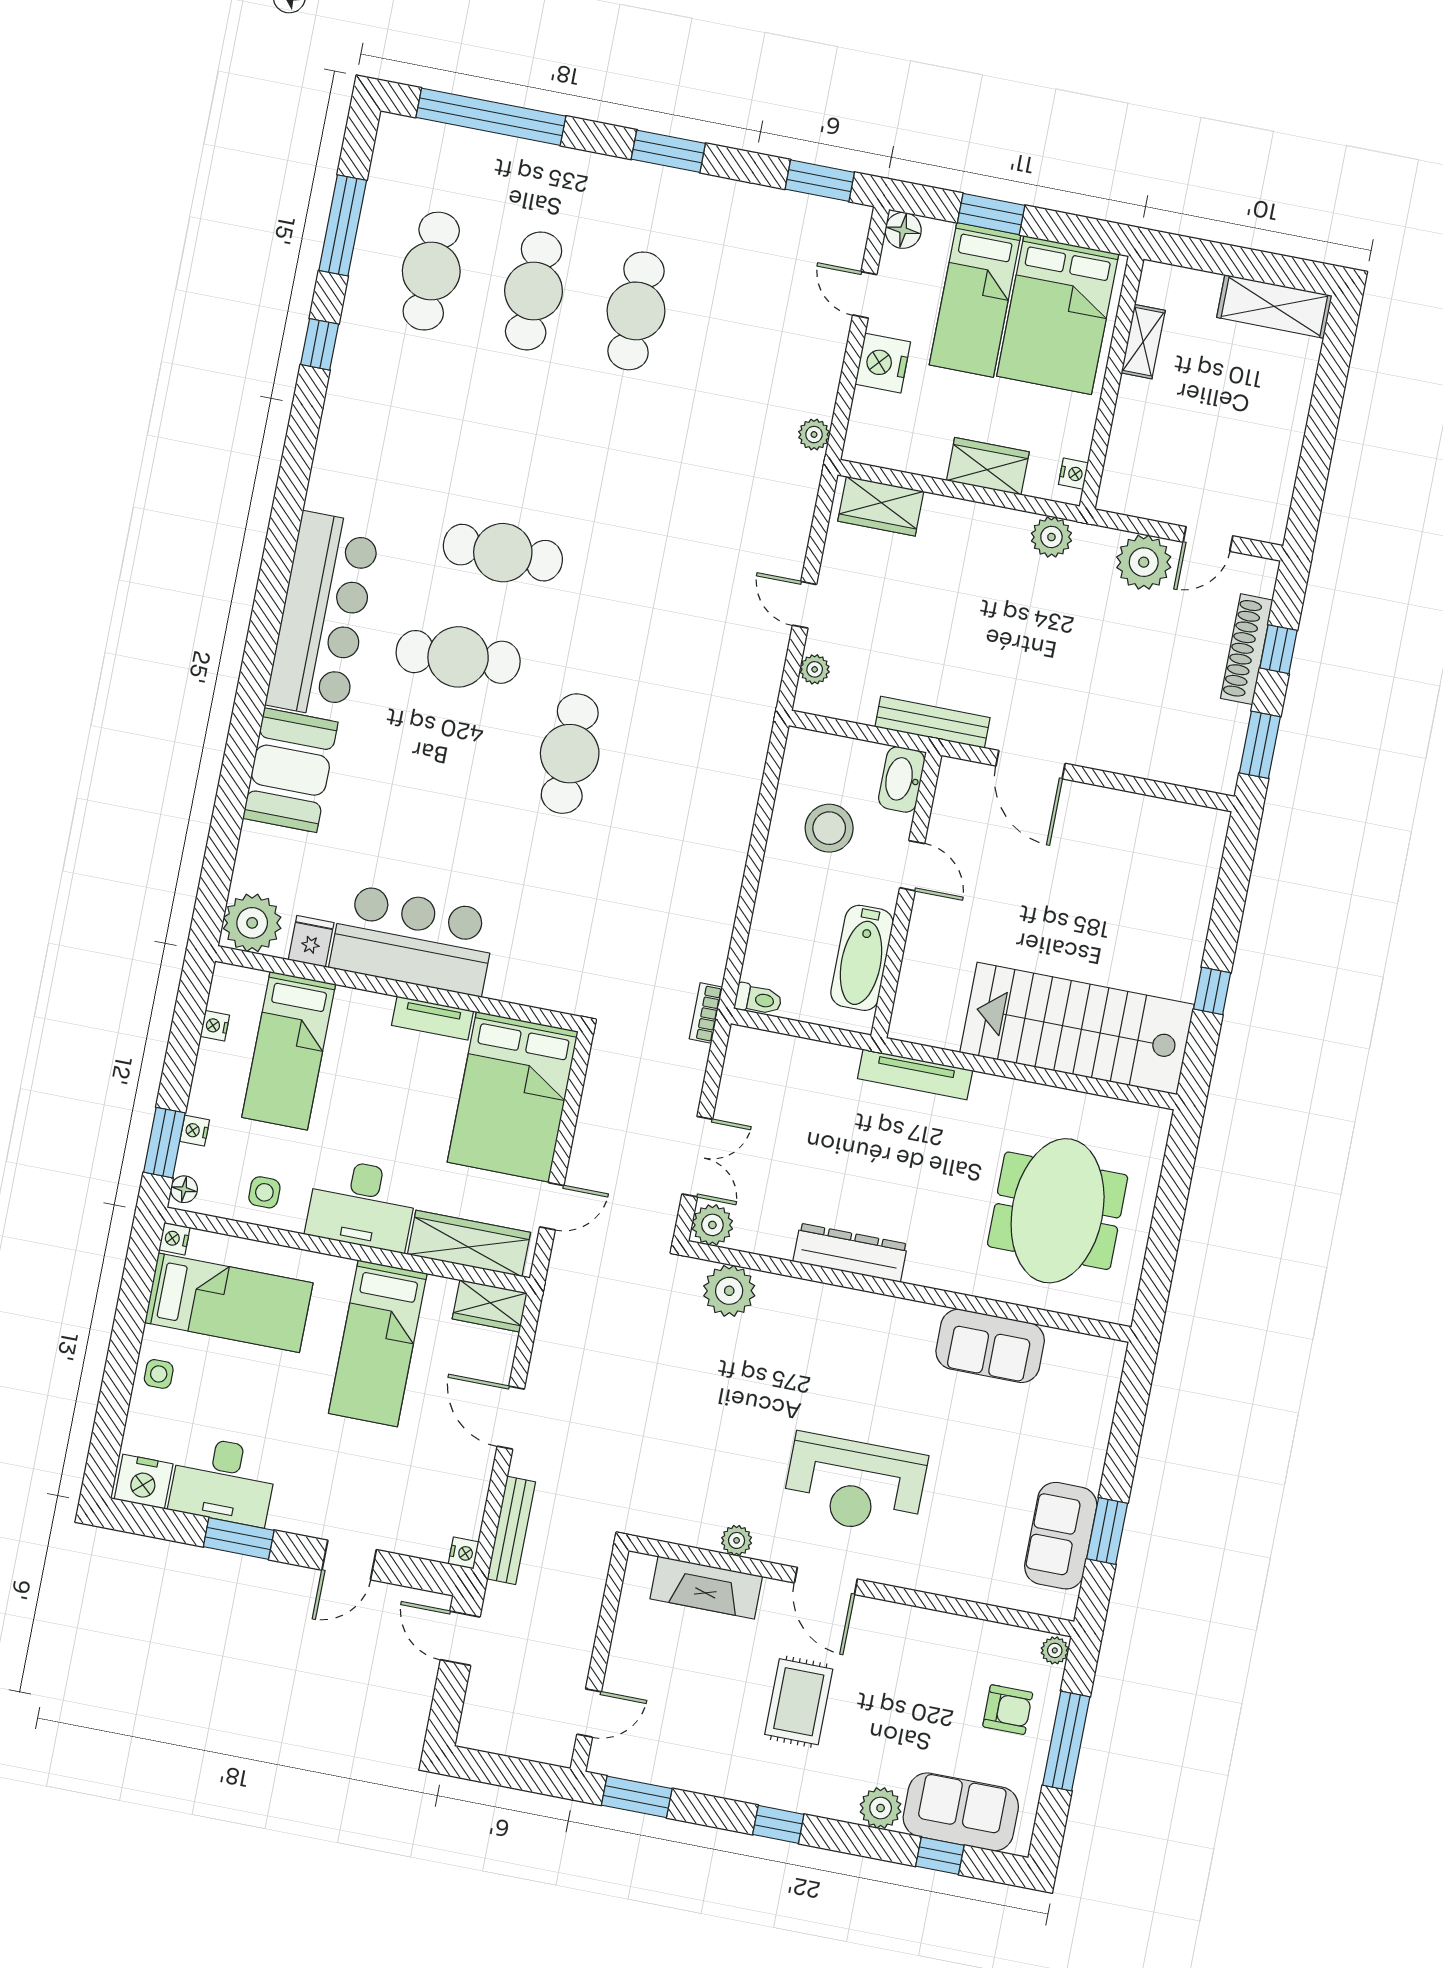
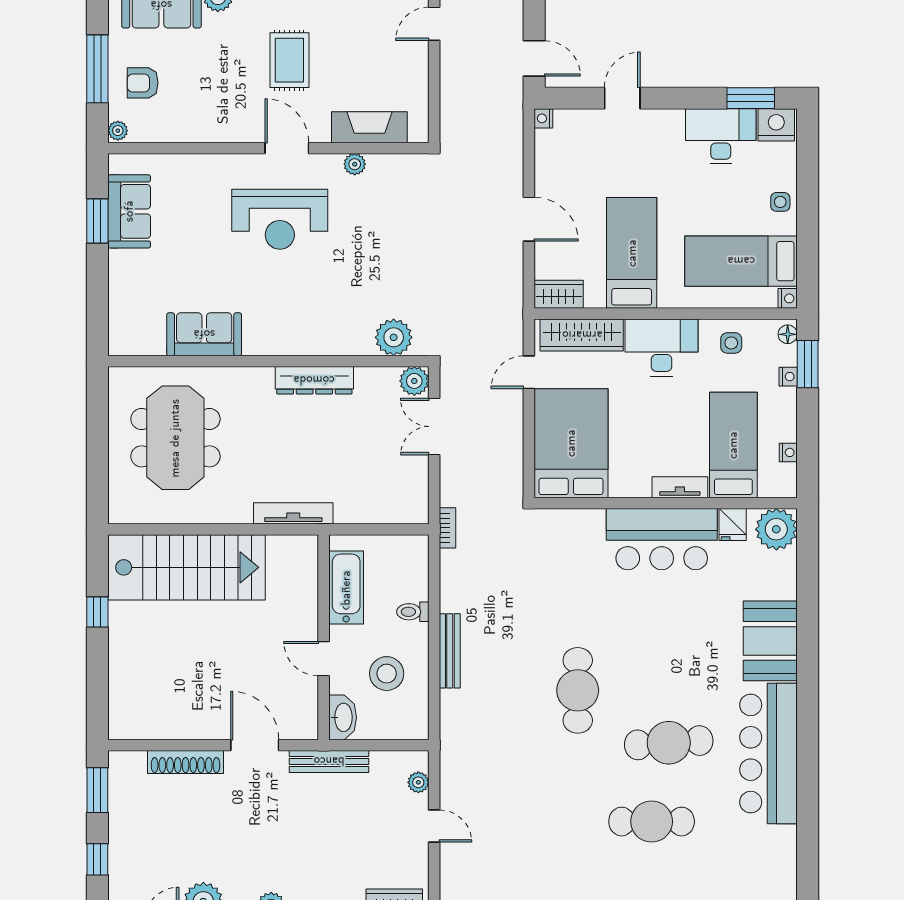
shoe rack: (1247, 649) -> (186, 762), moved, turned 90
toilet: (758, 999) -> (413, 612), moved
tv unit: (432, 1018) -> (680, 487), moved
reception desk: (855, 1484) -> (280, 219), turned 180
bench: (511, 1530) -> (450, 651), moved
window: (239, 1538) -> (751, 98), moved

